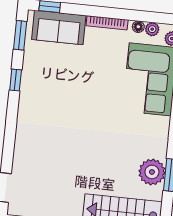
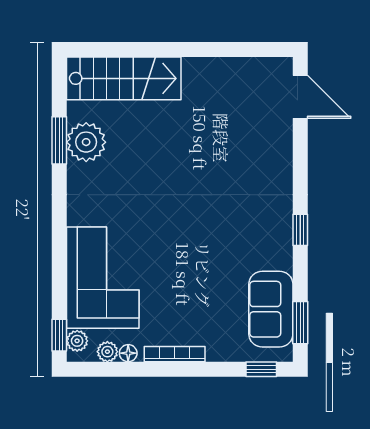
sofa: (59, 28) -> (271, 309), moved, turned -90
window: (16, 80) -> (300, 230), moved

